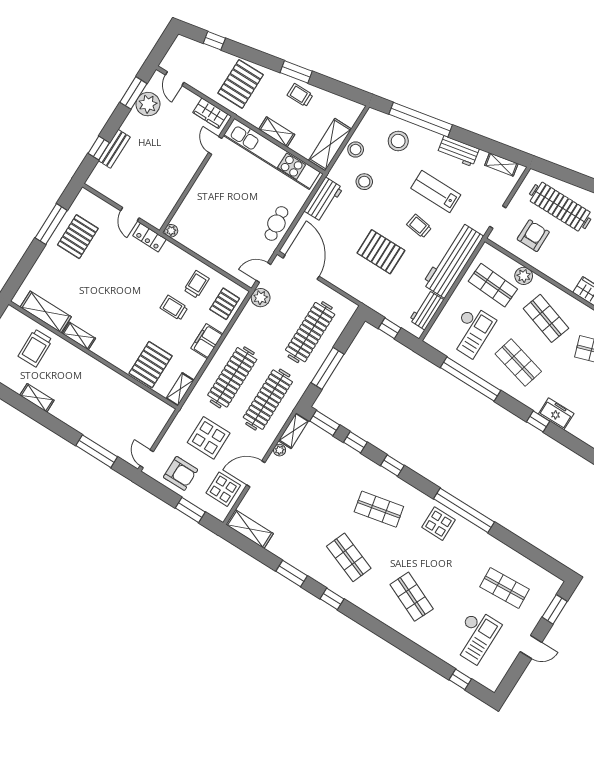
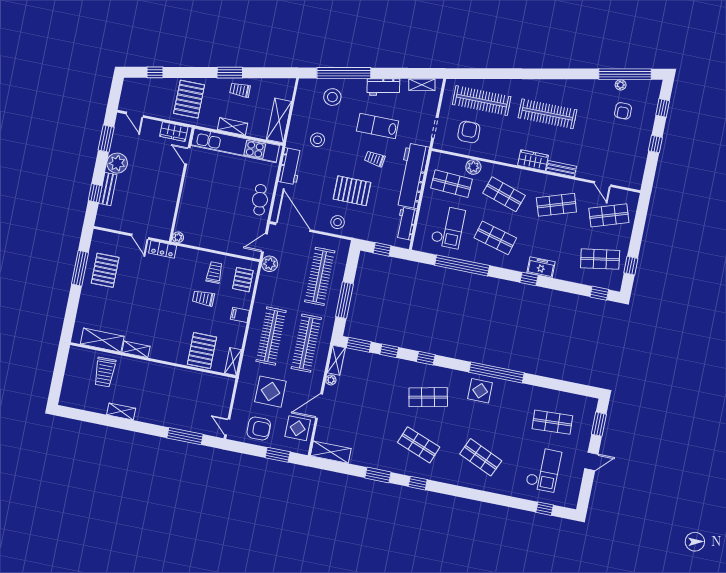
plant: (148, 104) -> (117, 163), moved
stool: (356, 149) -> (338, 222), moved
filing cabinet: (207, 341) -> (240, 315), width x0.50

